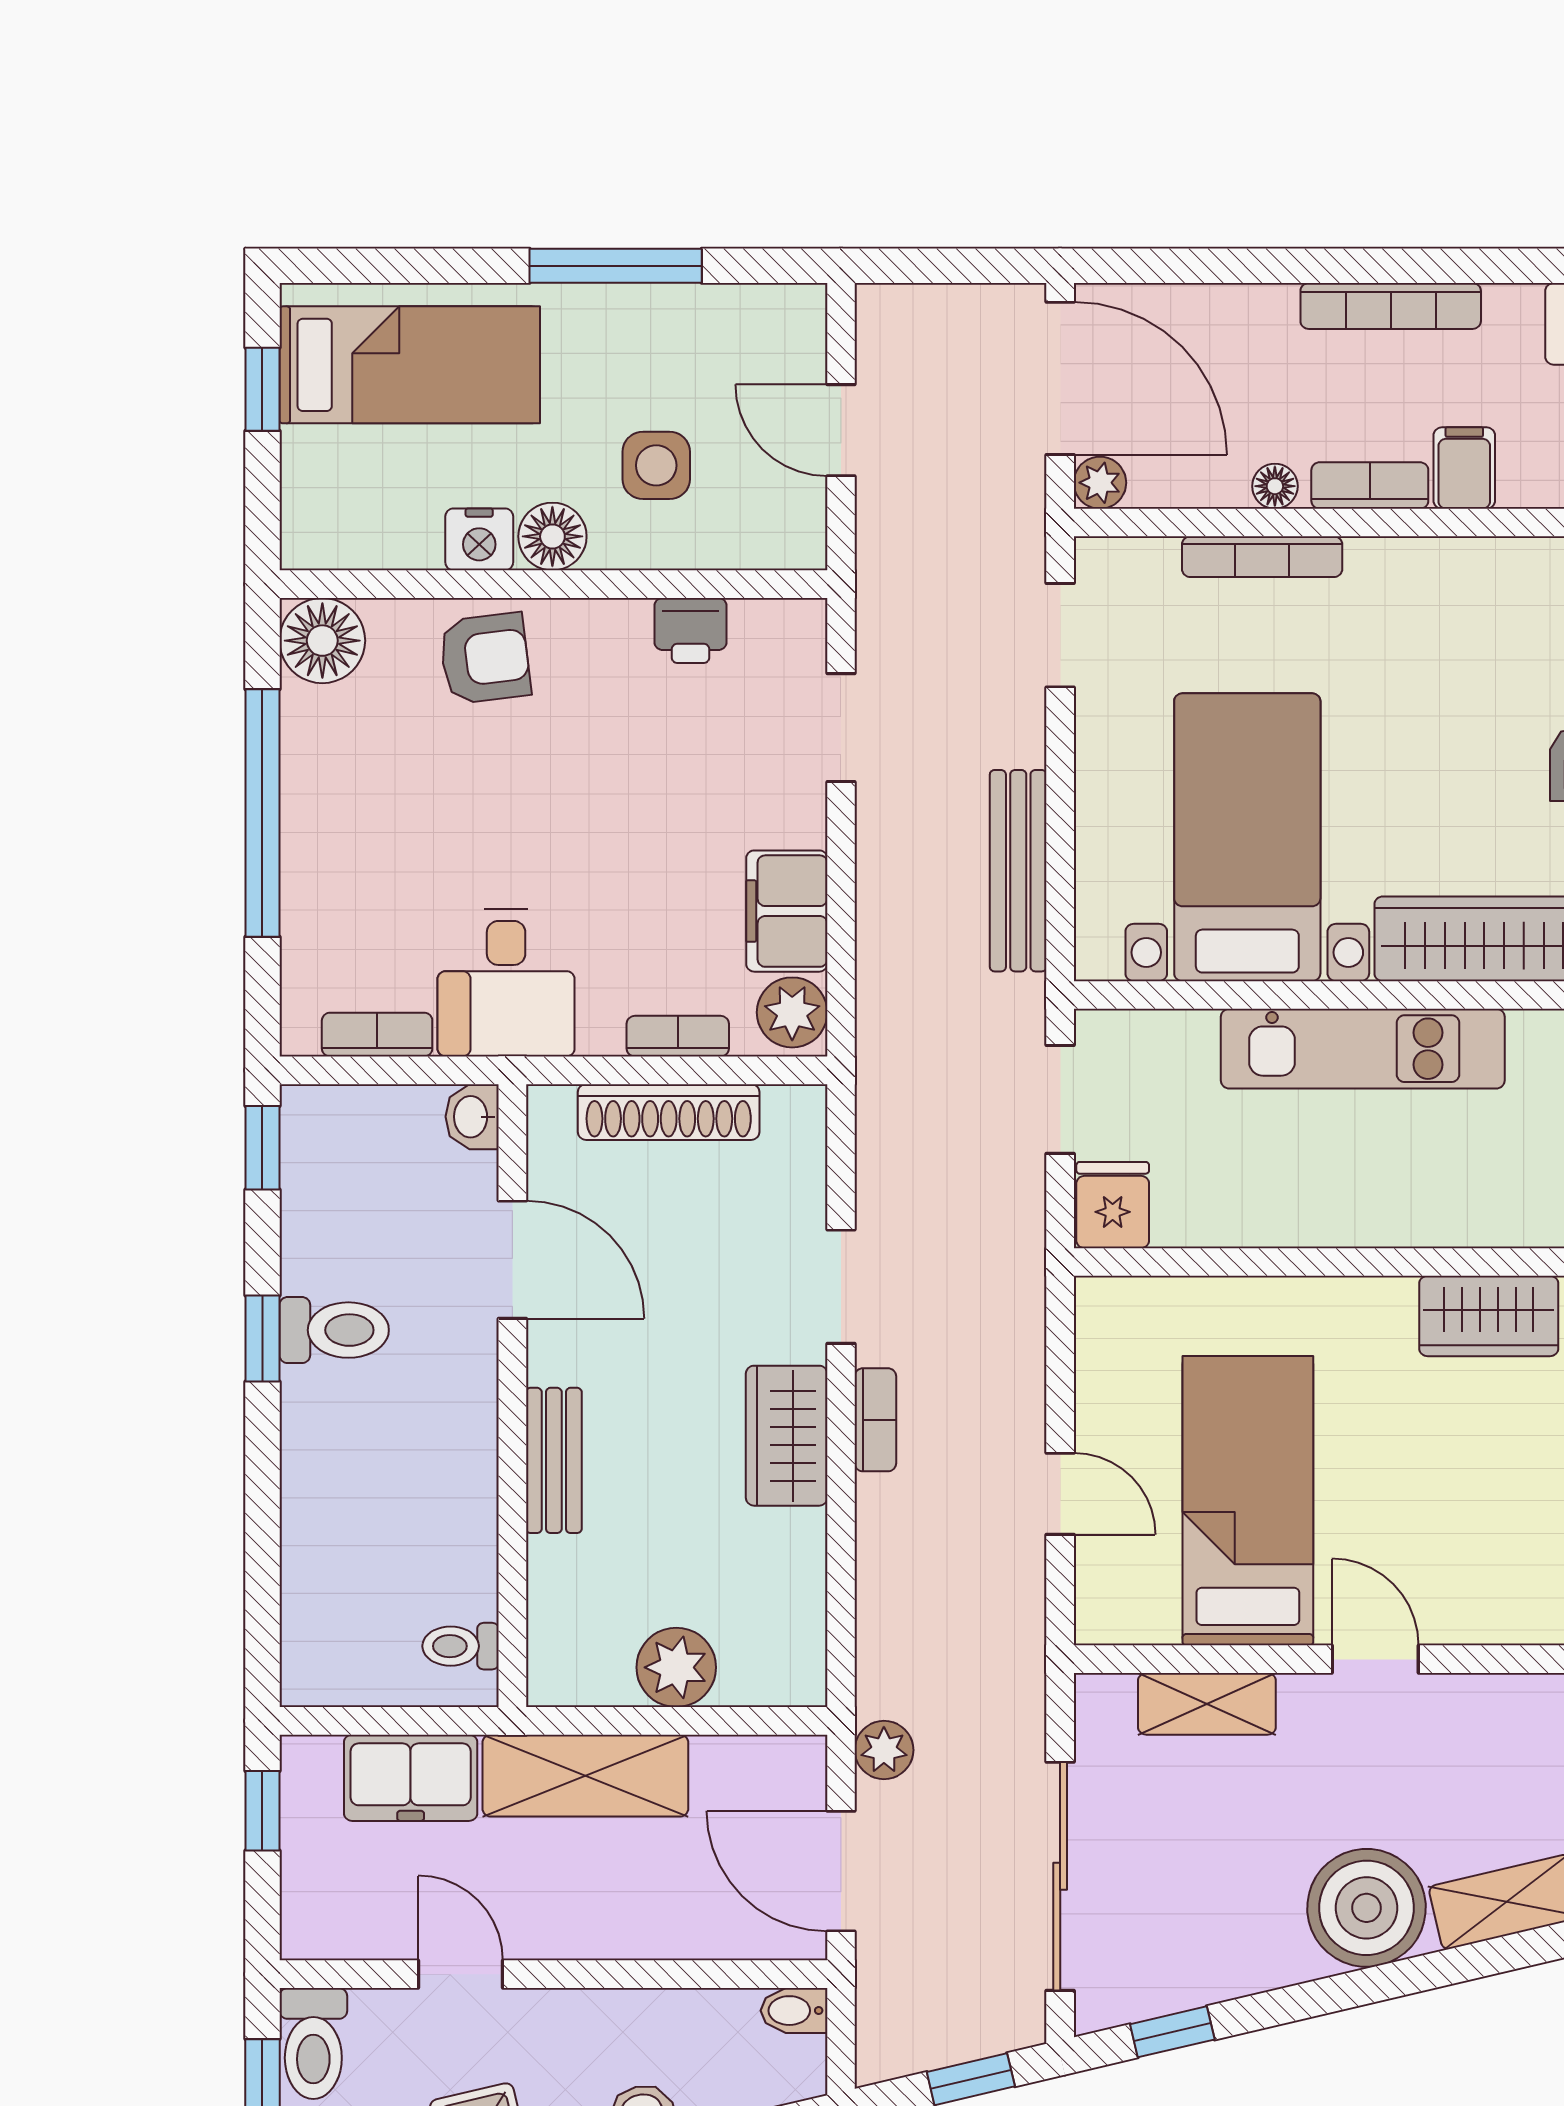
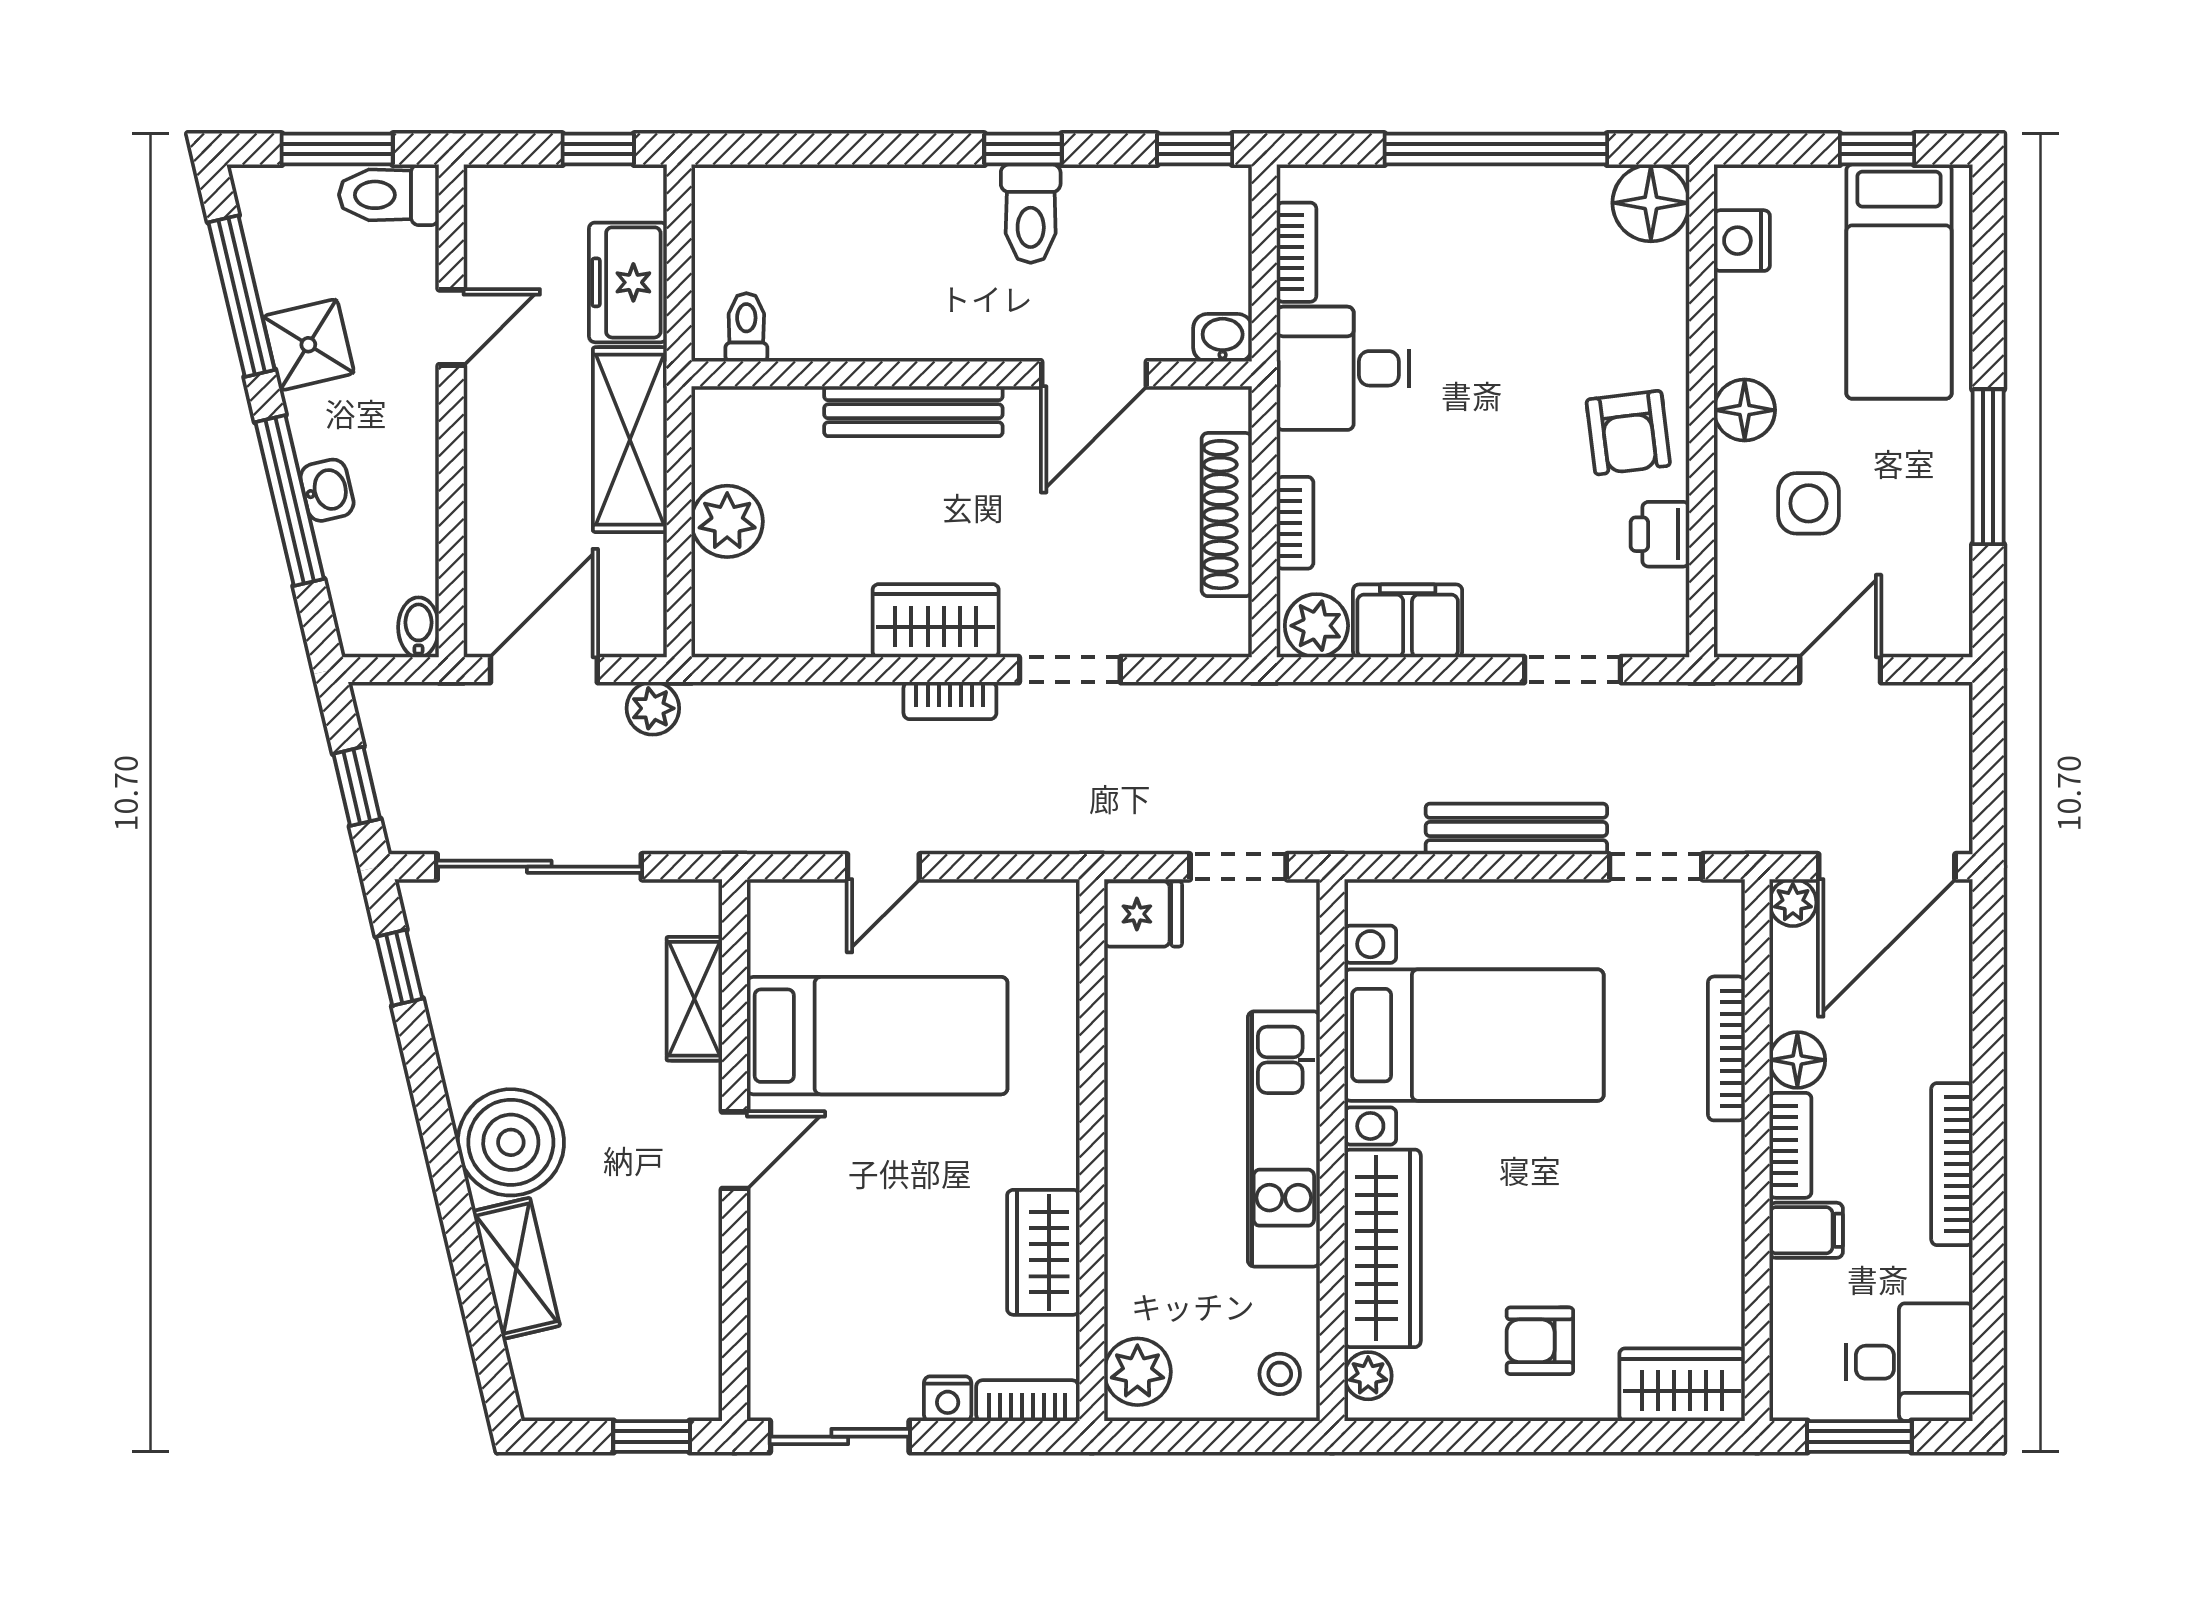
floor lamp: (1275, 486) -> (1797, 1060), width x1.37, depth x1.37
nightstand: (479, 539) -> (1742, 241), moved
armchair: (485, 658) -> (1628, 433), moved
bench: (1018, 871) -> (1516, 829), moved
bench: (554, 1460) -> (913, 411), width x1.36

